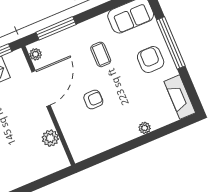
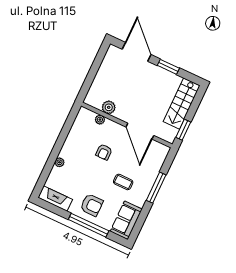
window: (56, 28) -> (156, 188), moved
plant: (36, 54) -> (100, 120), moved

